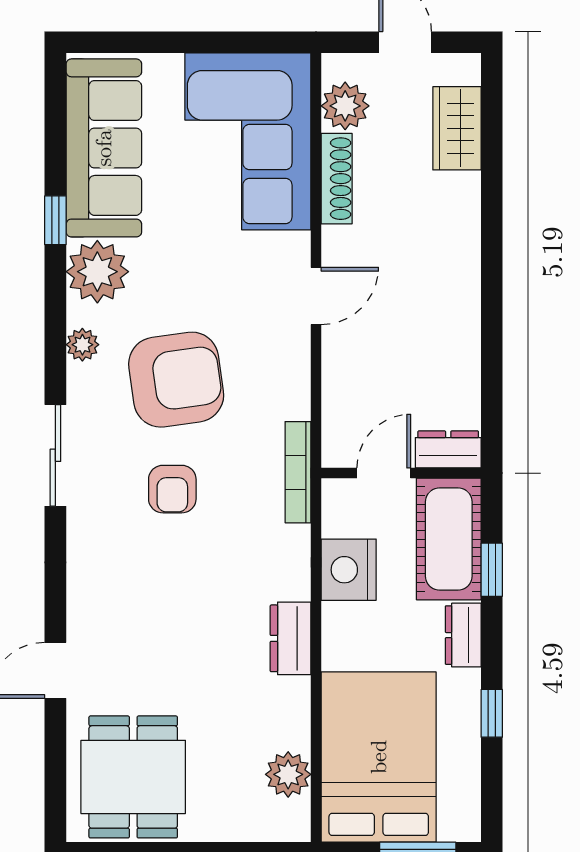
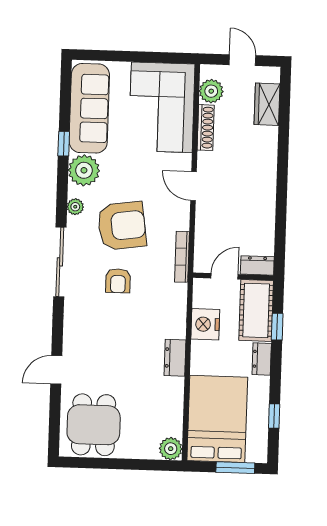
door: (316, 296) -> (193, 186), swing flipped
sliding door: (55, 455) -> (60, 262), width x1.37
bookcase: (298, 472) -> (182, 257), moved
window: (492, 713) -> (274, 416), moved
plant: (288, 774) -> (171, 449), moved

